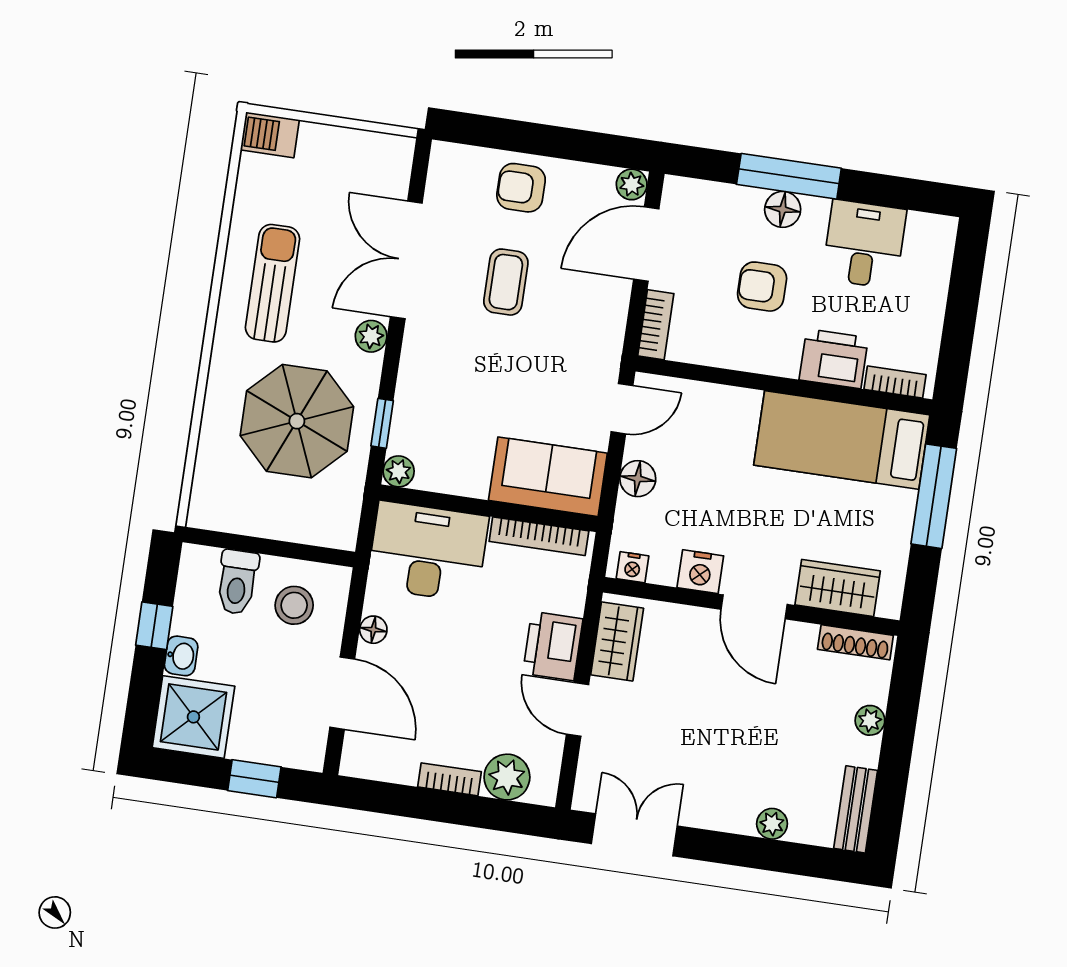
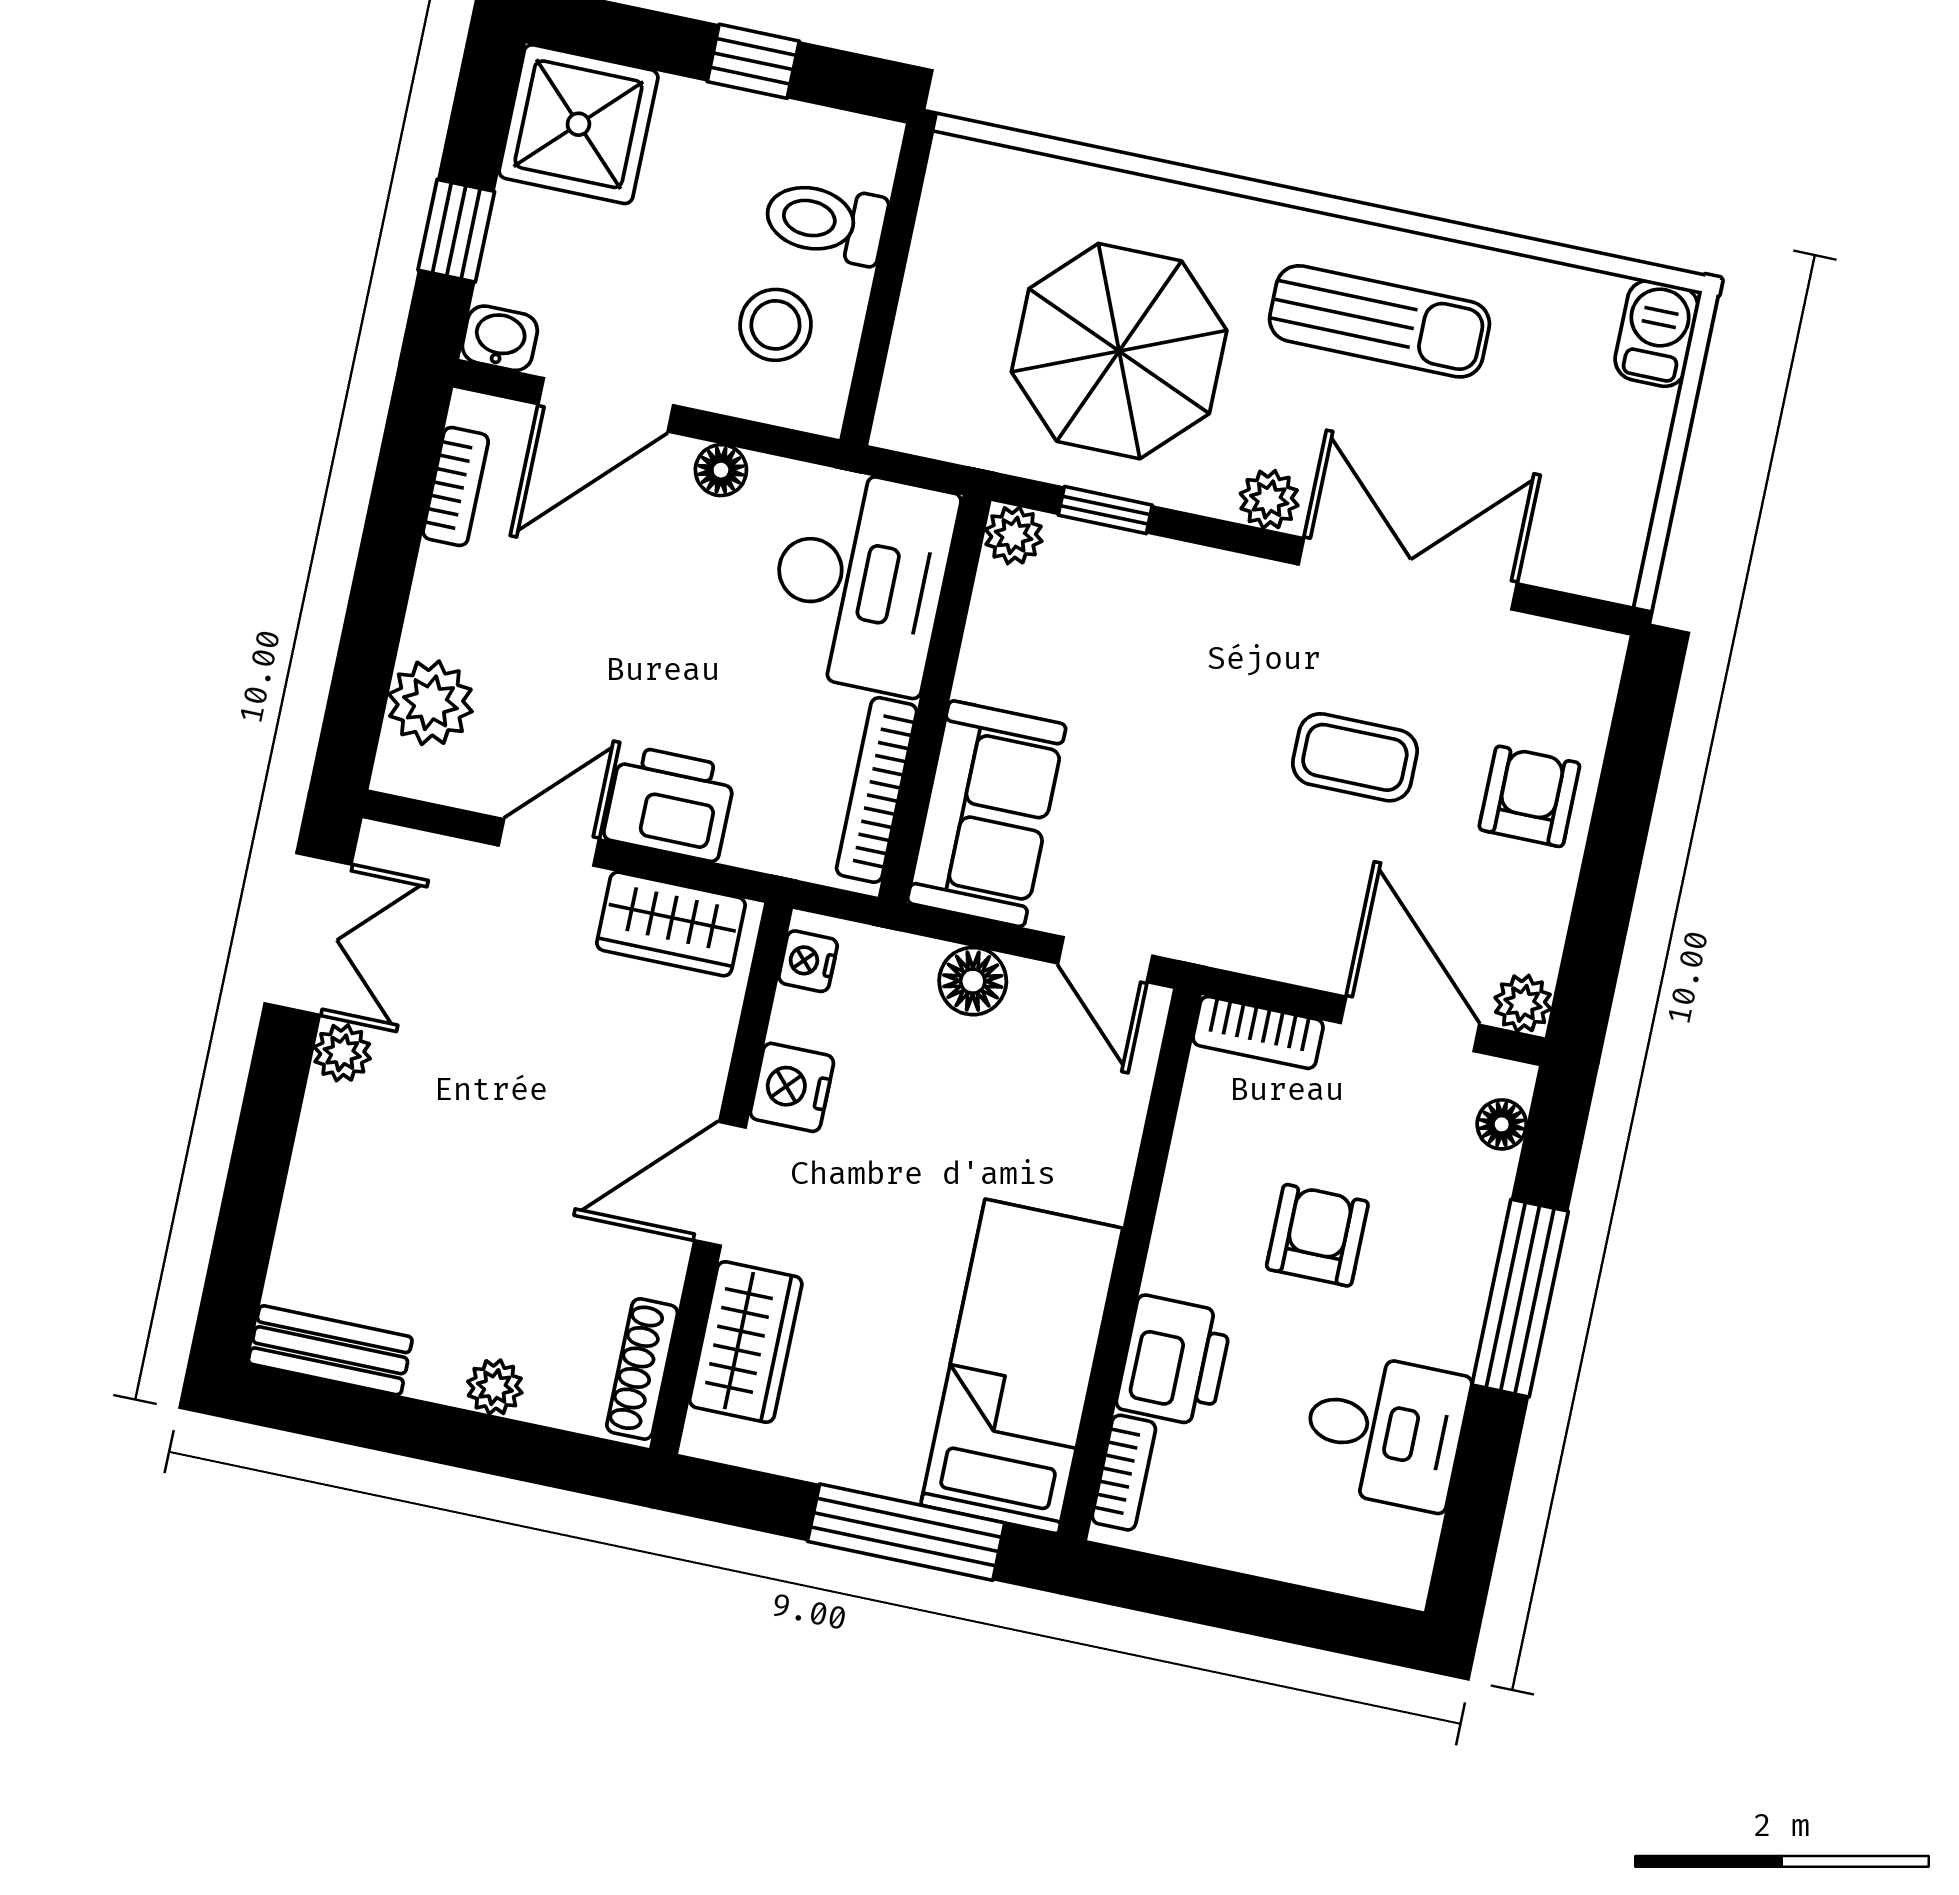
floor lamp: (783, 209) -> (1502, 1124), moved, width x0.73, depth x0.73
washbasin: (181, 656) -> (500, 338), moved, turned 180
bookcase: (450, 779) -> (456, 486), moved
plant: (772, 824) -> (342, 1053), moved

